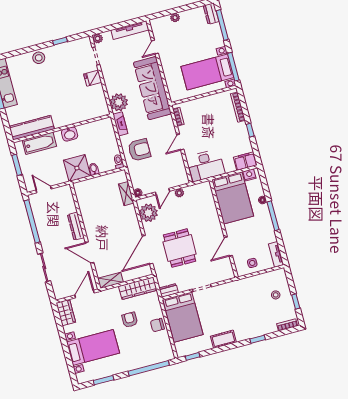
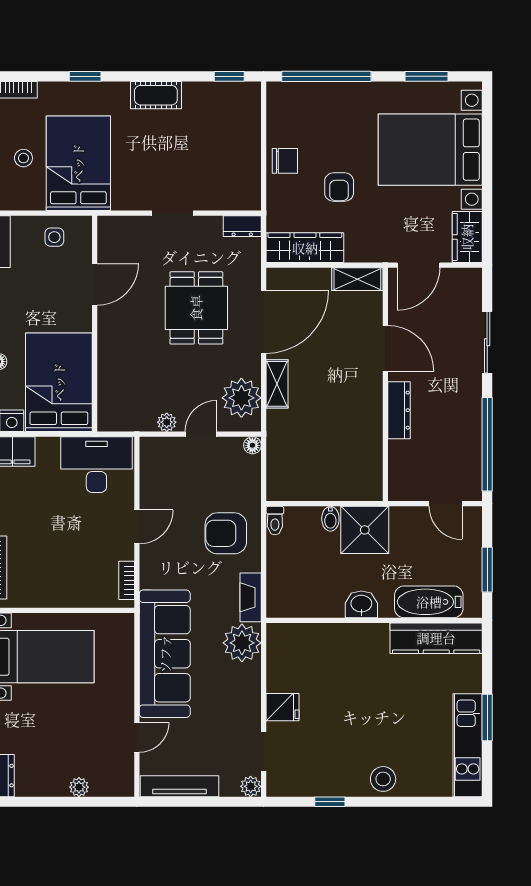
shelving: (126, 194) -> (277, 384), moved
bed: (183, 317) -> (78, 163), moved
bed with nightstands: (93, 348) -> (430, 150), width x1.36

